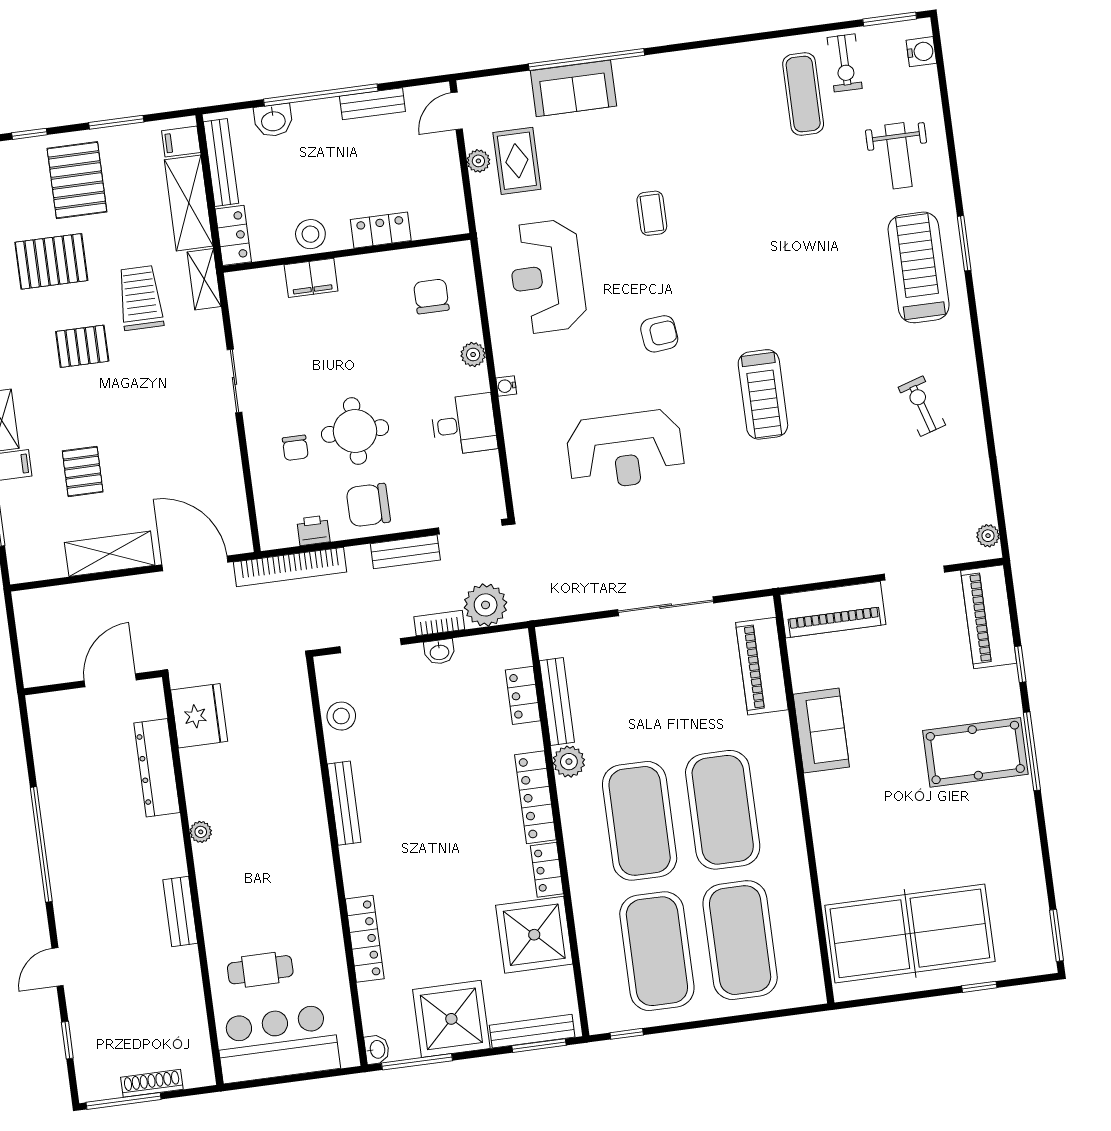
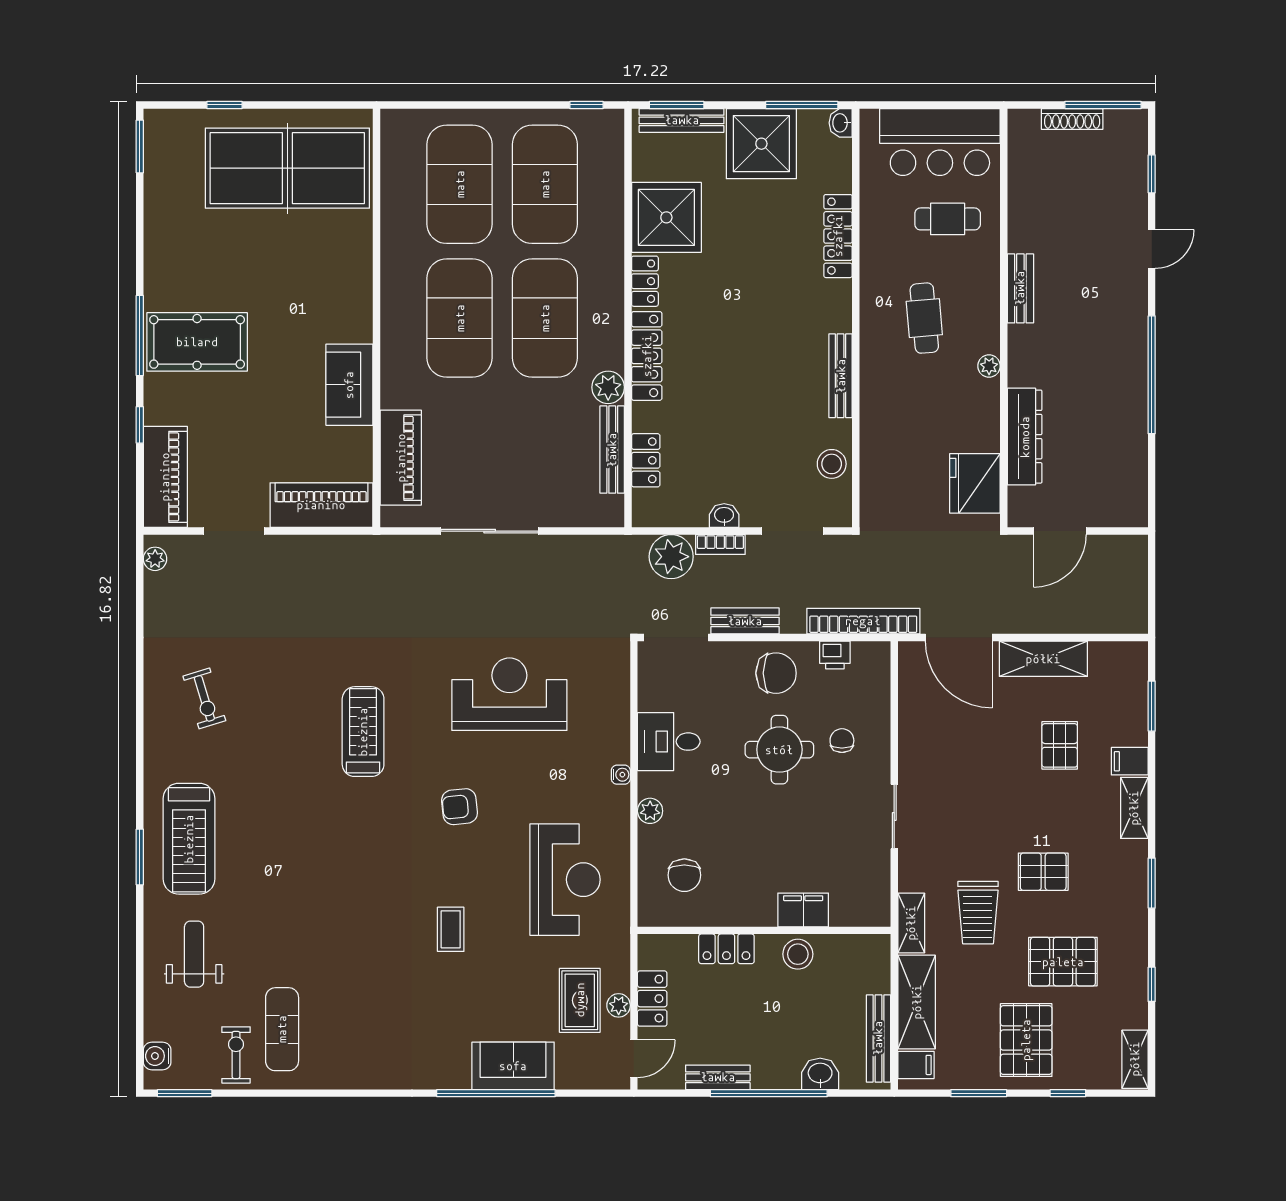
locker: (233, 235) -> (652, 999), moved, turned 180
cafe table: (270, 870) -> (924, 318), added

